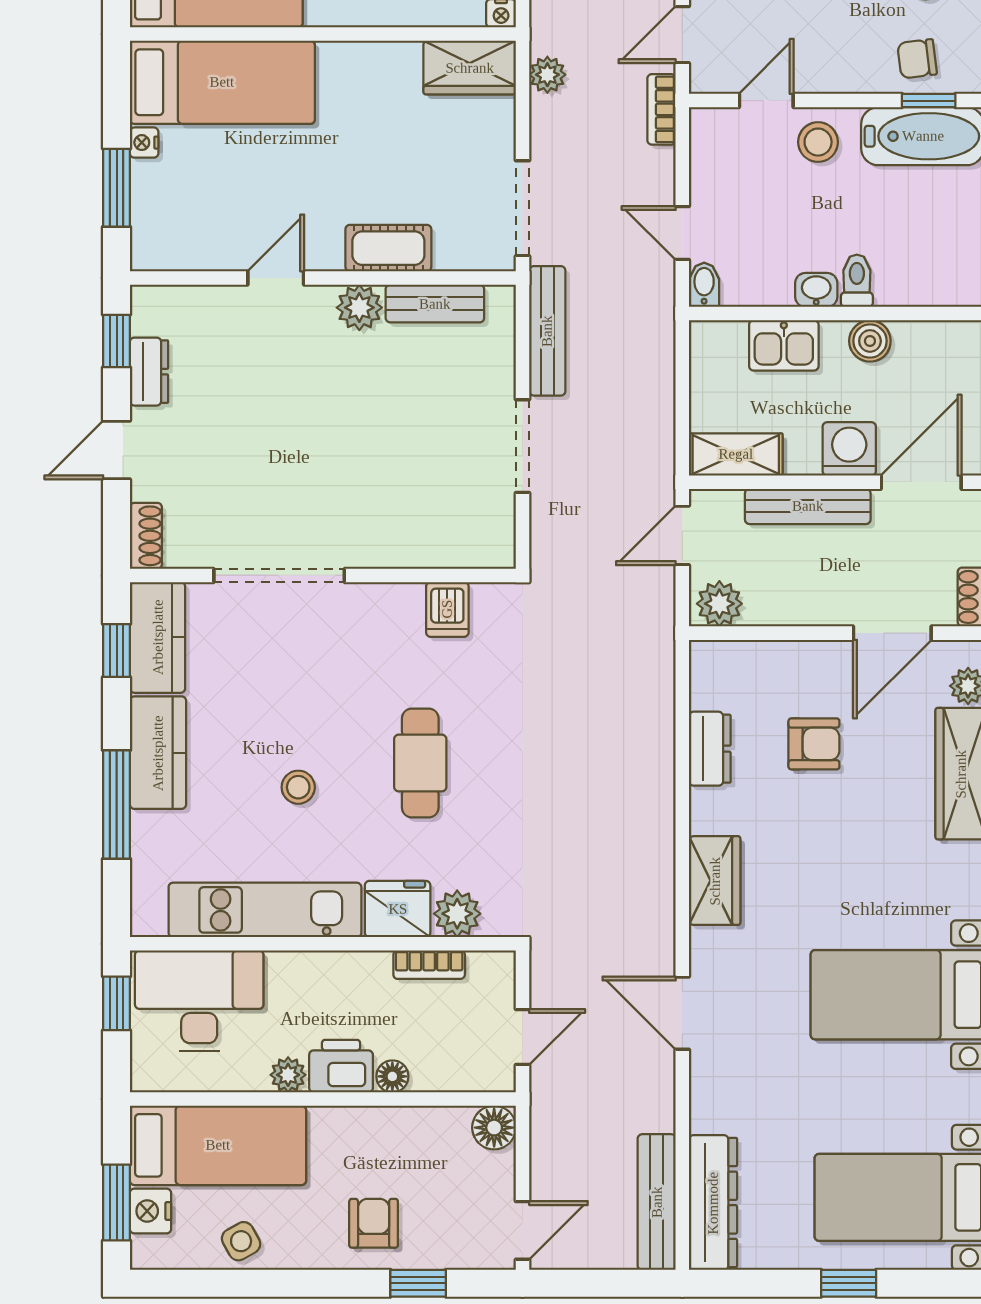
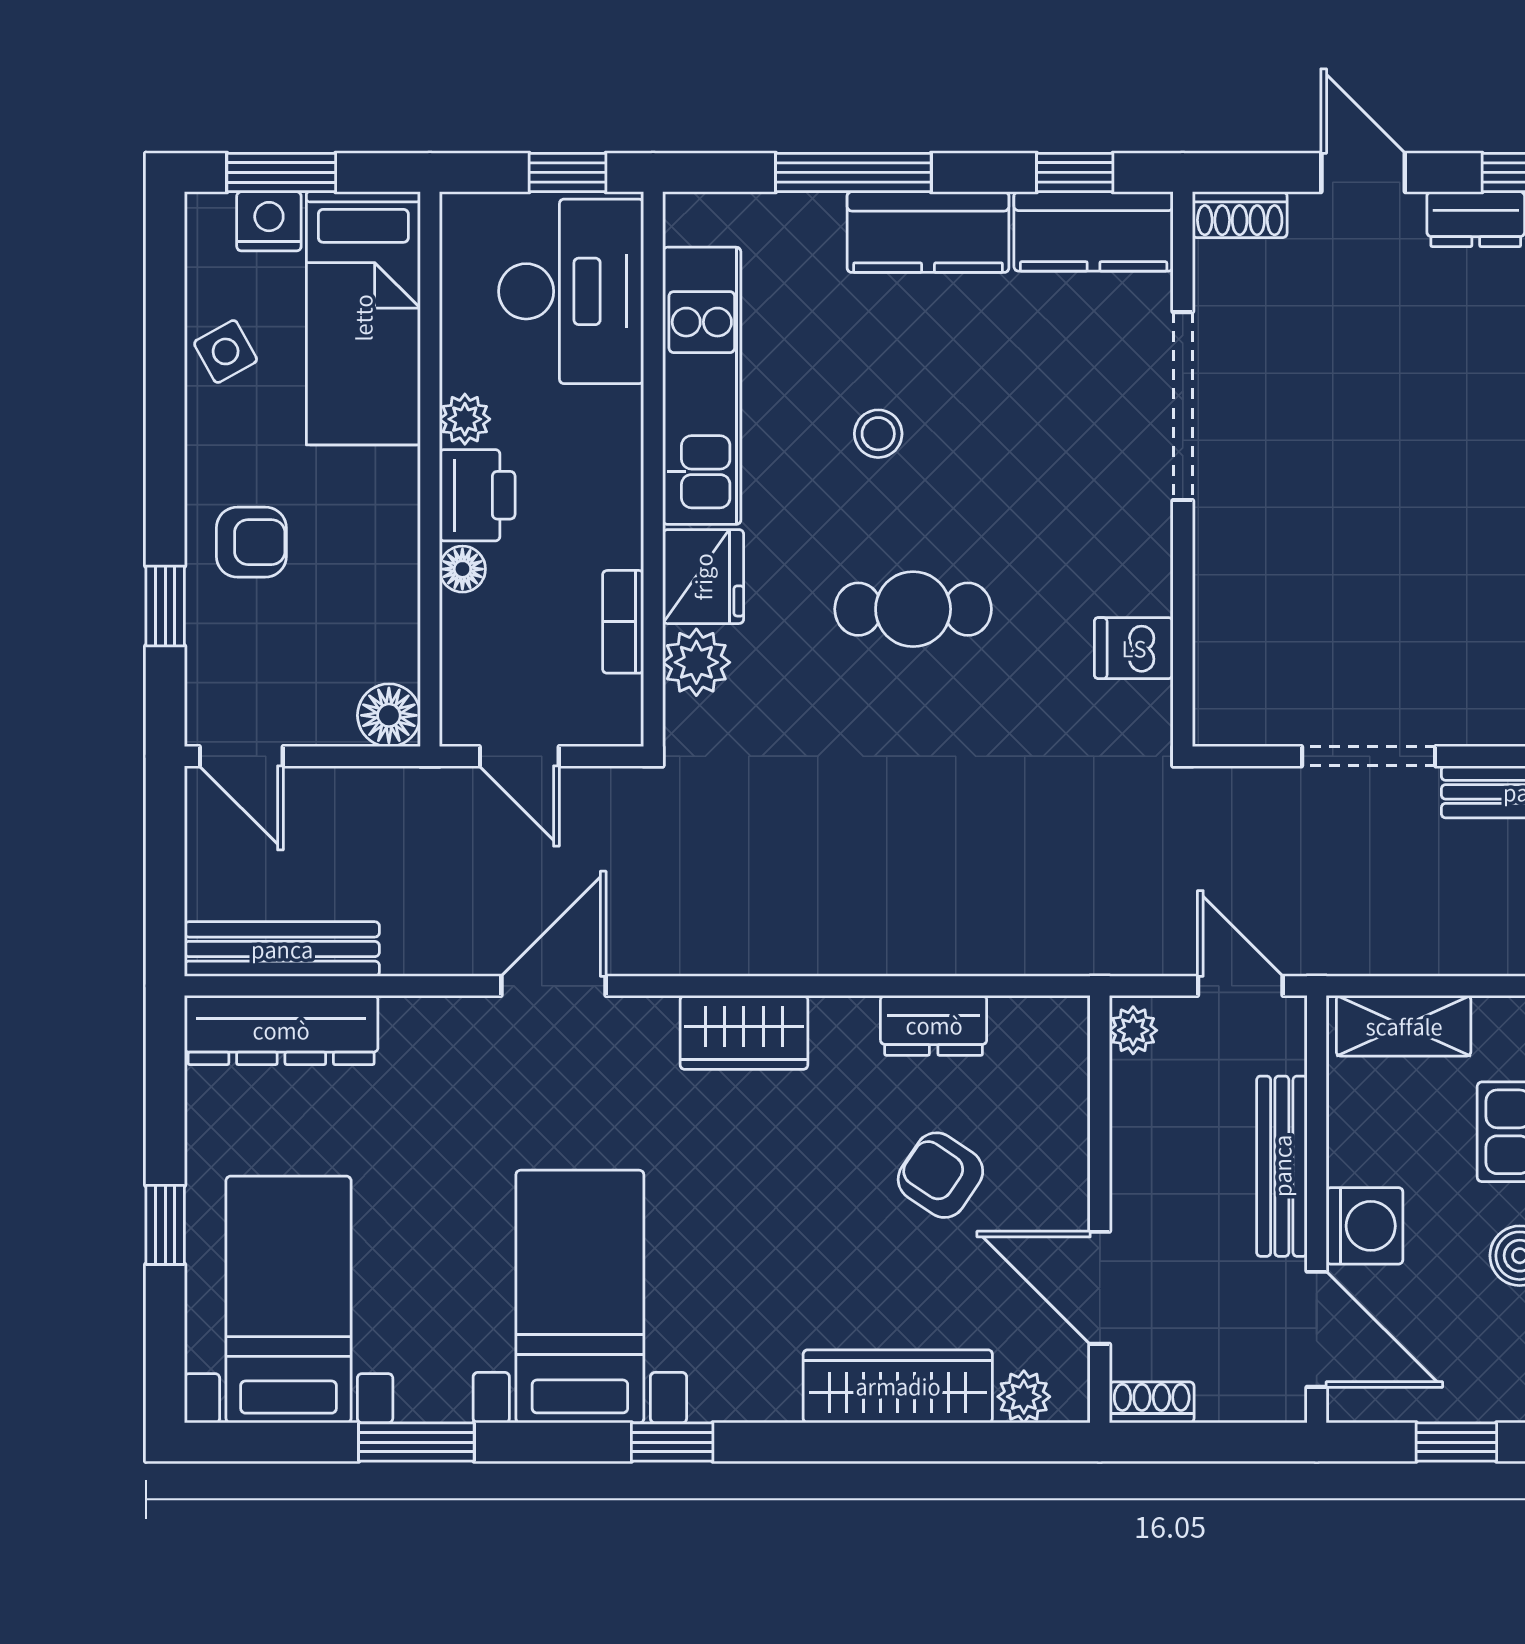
shelving: (736, 454) -> (1404, 1026), moved, turned 90
plant: (719, 604) -> (1133, 1030), width x0.73, depth x0.73
armchair: (814, 744) -> (940, 1175), turned 124

